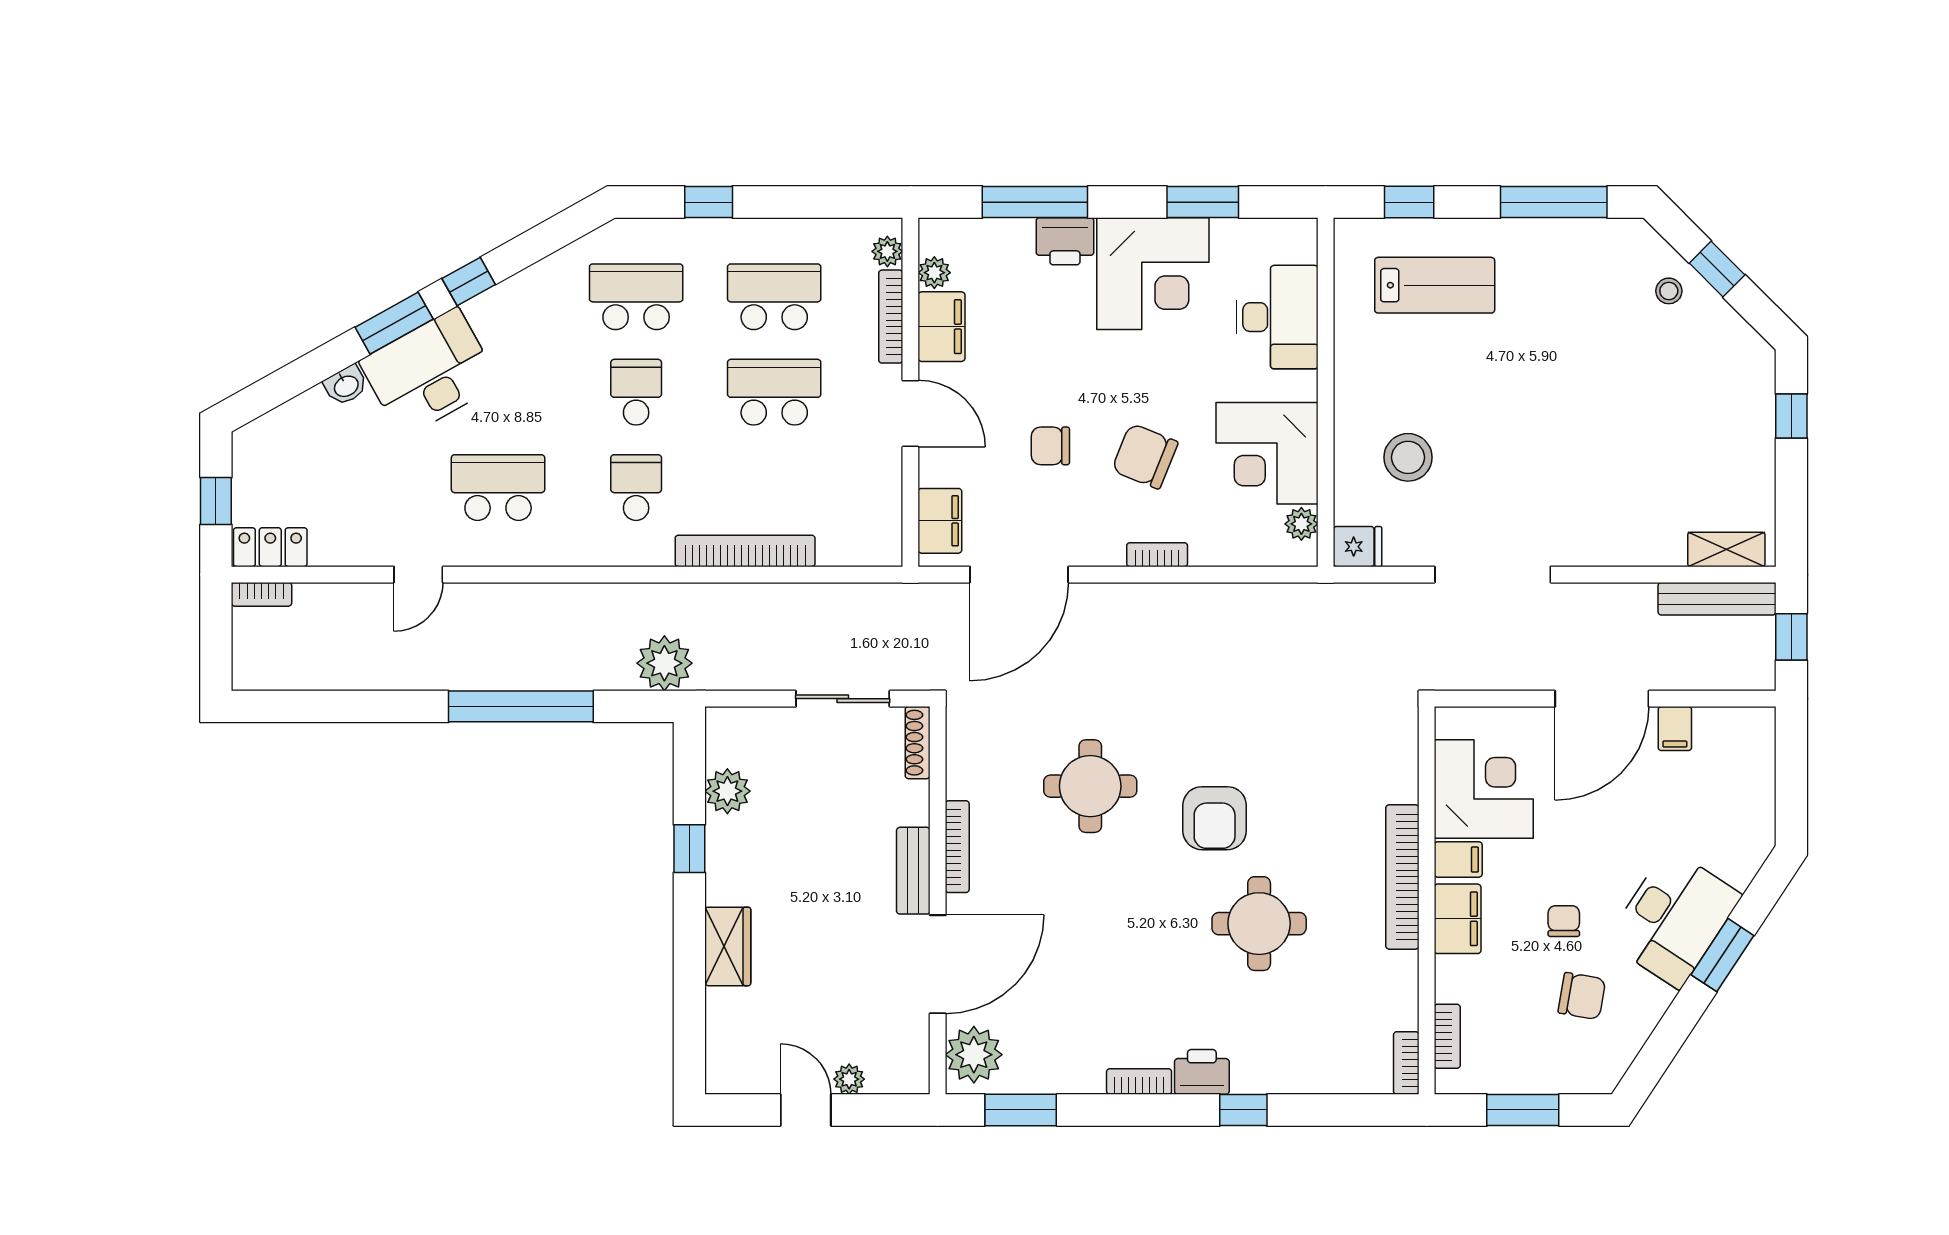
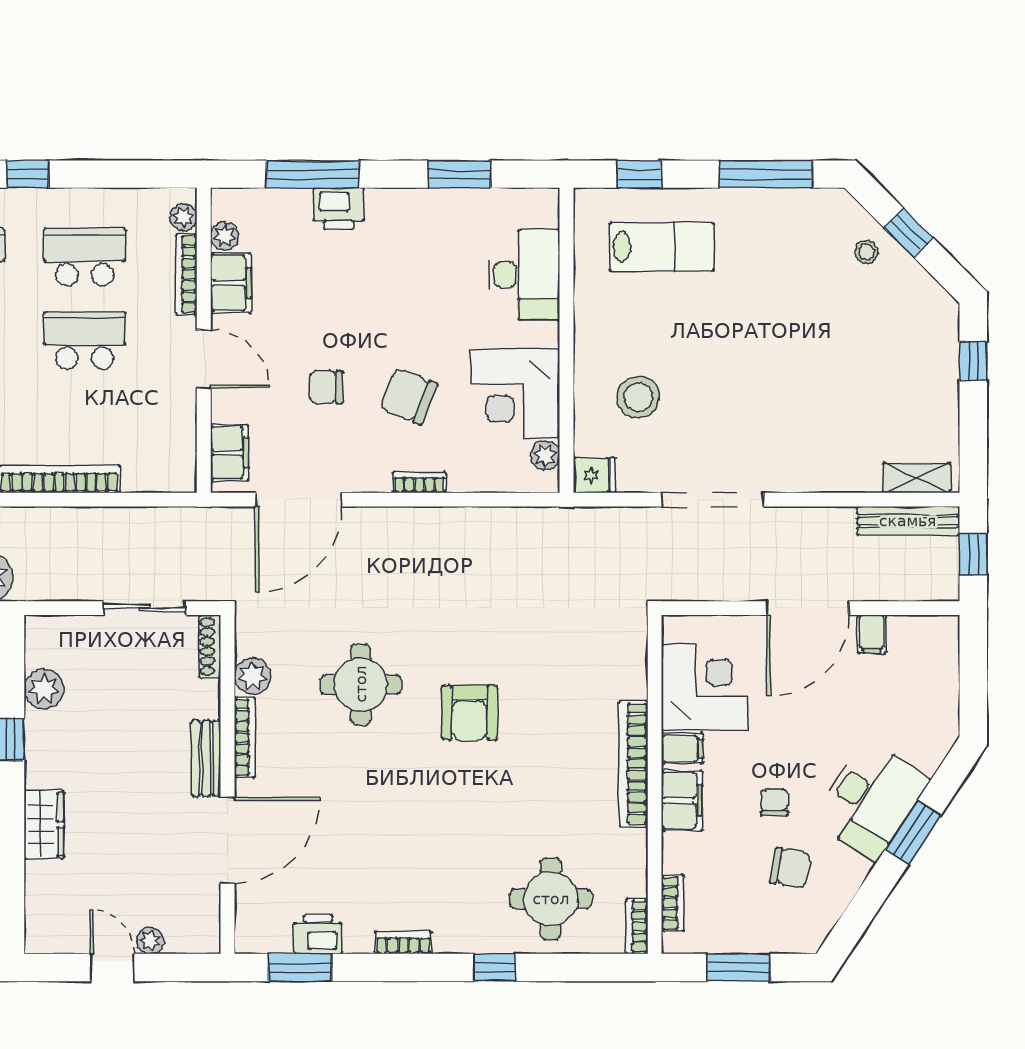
corner desk: (1153, 274) -> (415, 237), removed
round table: (1259, 924) -> (551, 899), moved
plant: (974, 1055) -> (252, 676), moved, width x0.73, depth x0.73
printer: (1202, 1072) -> (318, 934), moved

